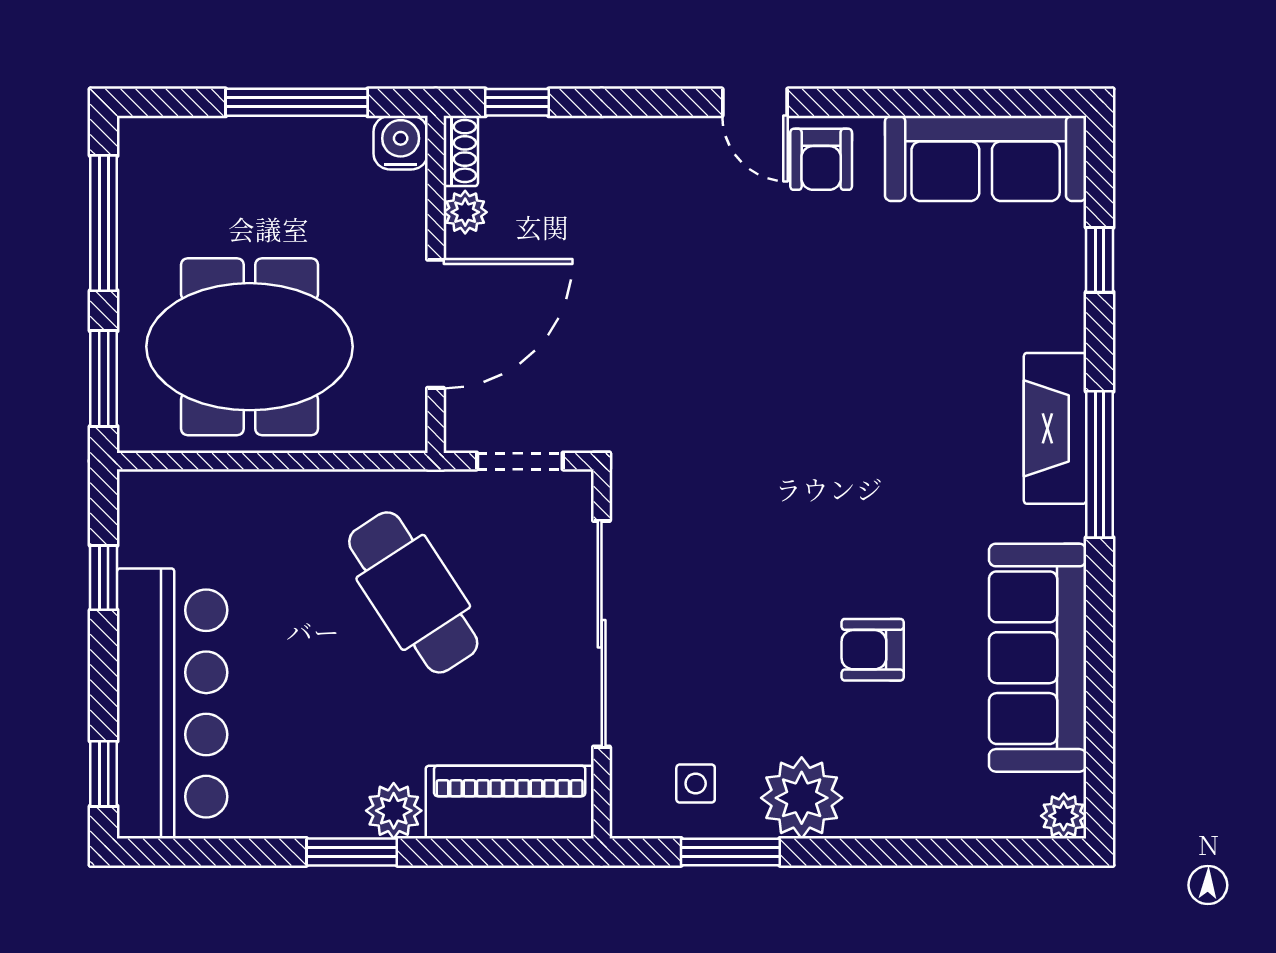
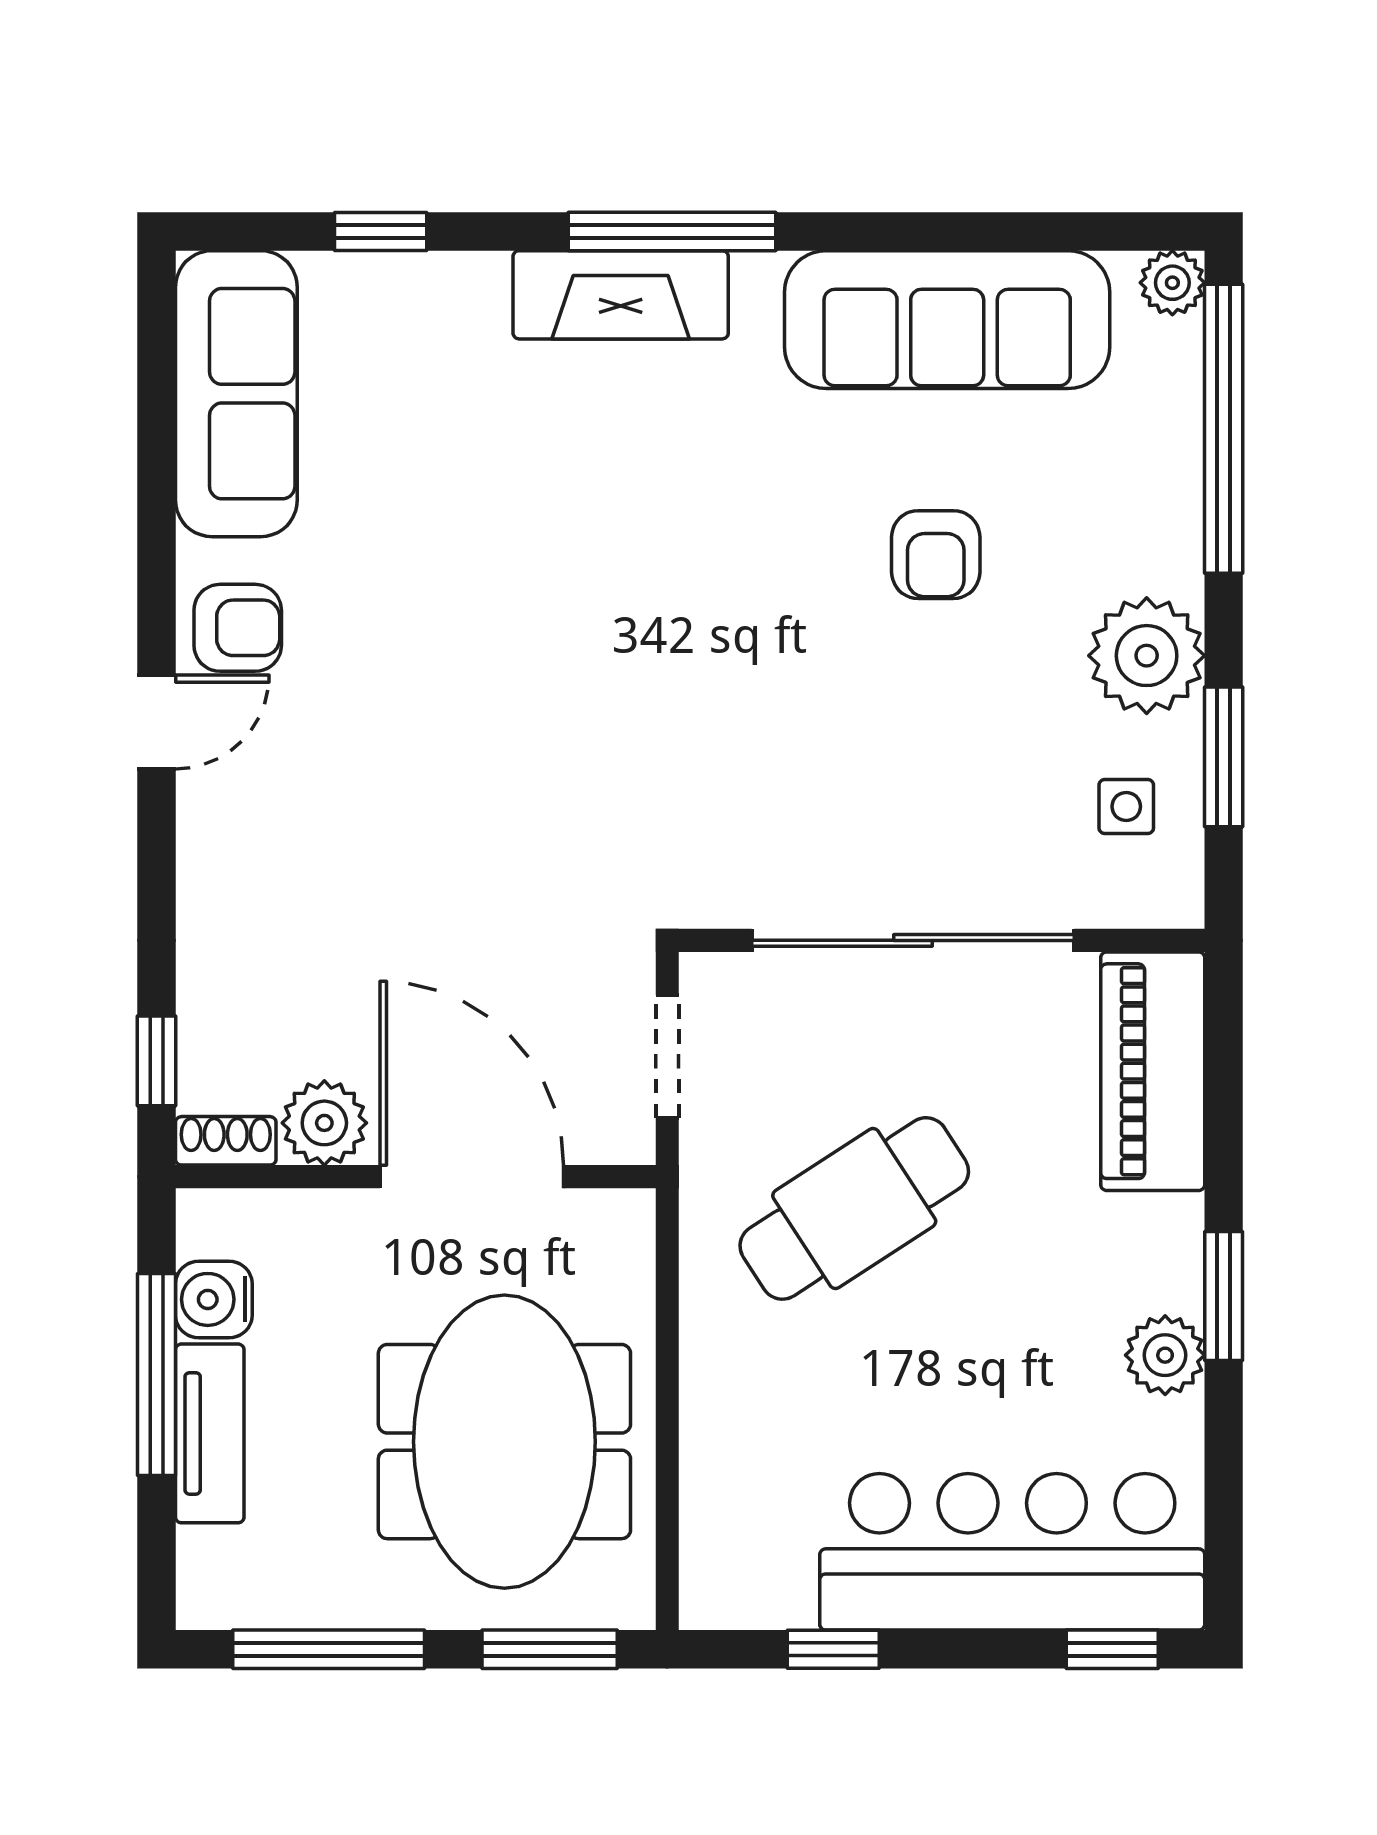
tv unit: (255, 140) -> (210, 1433), added
water cooler: (401, 143) -> (214, 1299), moved
plant: (465, 212) -> (324, 1123), width x1.38, depth x1.38
plant: (394, 811) -> (1165, 1355), moved
window: (961, 852) -> (1224, 429), added

